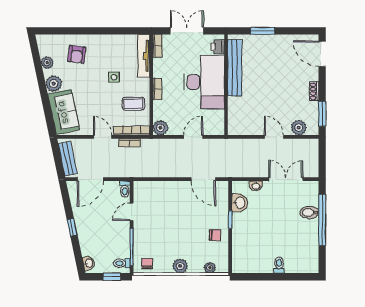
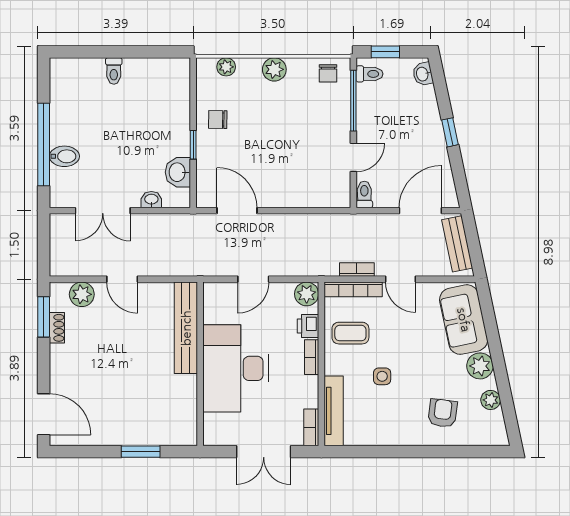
printer: (218, 47) -> (308, 326), moved, turned 180
bench: (235, 68) -> (186, 328), moved
shoe rack: (314, 91) -> (57, 328), moved

